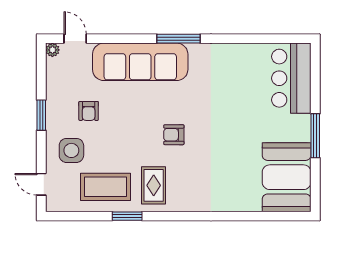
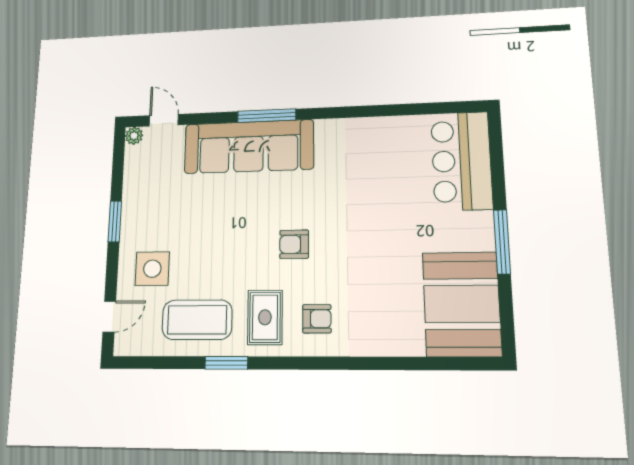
window: (179, 39) -> (267, 116), moved
armchair: (89, 111) -> (317, 319), moved, turned -90
door: (41, 184) -> (109, 317), swing flipped

